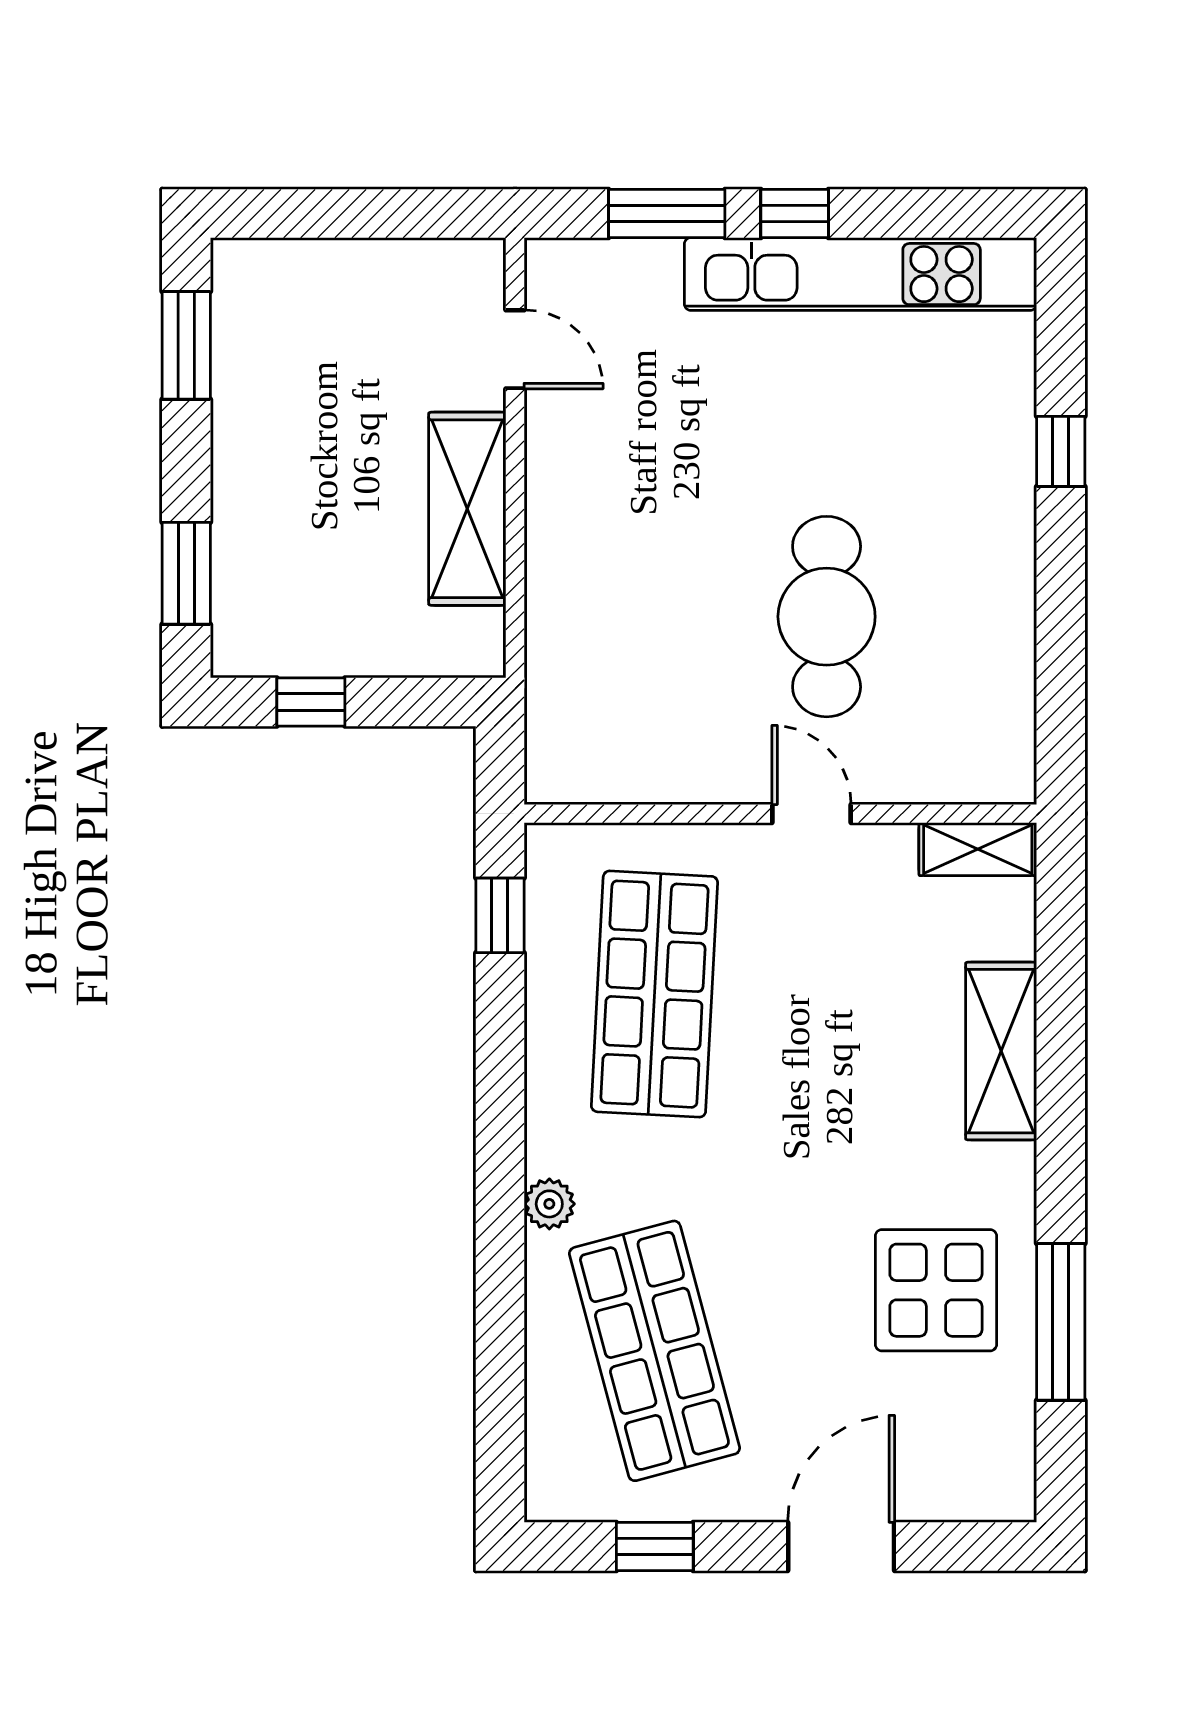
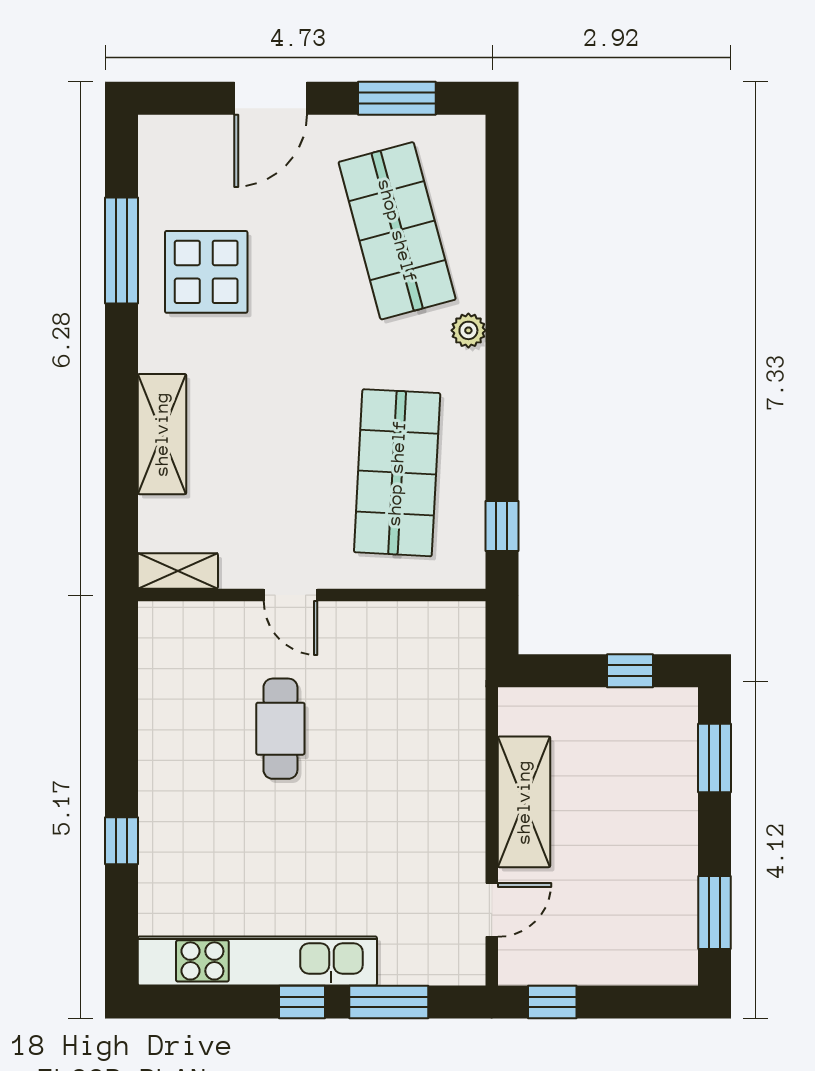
window: (426, 213) -> (552, 1002), added
door: (515, 349) -> (492, 910), swing flipped
cafe table: (827, 617) -> (280, 729), width x0.73, depth x0.74
window: (655, 1546) -> (397, 98), width x1.50

